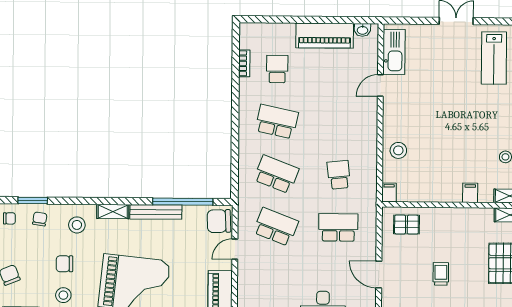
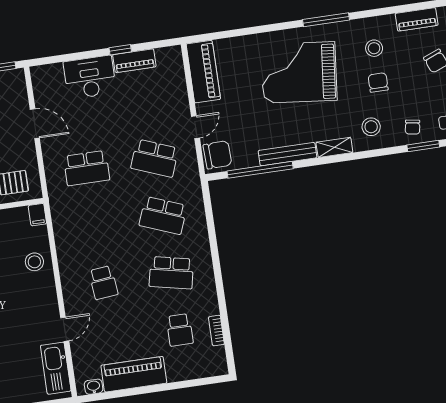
school desk: (339, 175) -> (103, 283), moved
chair: (64, 264) -> (378, 82), turned -90

